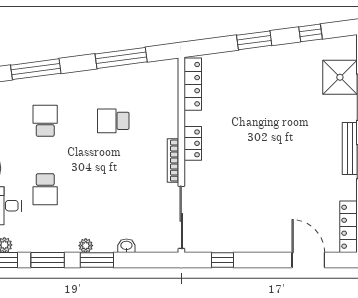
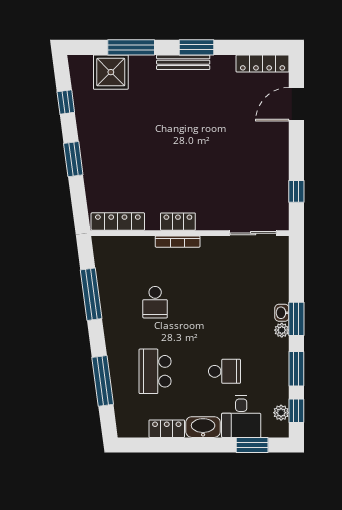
school desk: (45, 121) -> (155, 371), width x1.85
bookcase: (173, 161) -> (178, 242), moved
sliding door: (181, 217) -> (253, 233), width x0.73
washbasin: (126, 246) -> (282, 313), moved

